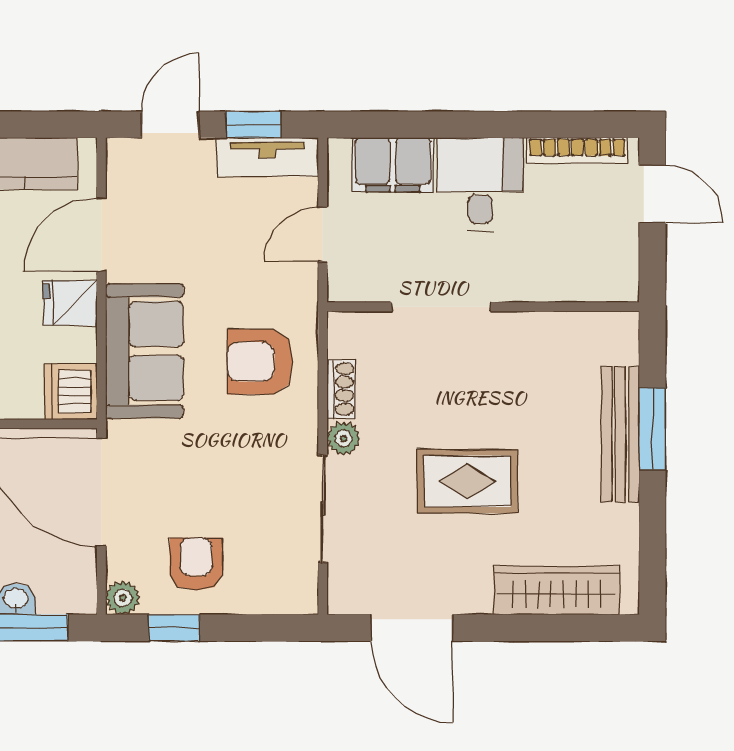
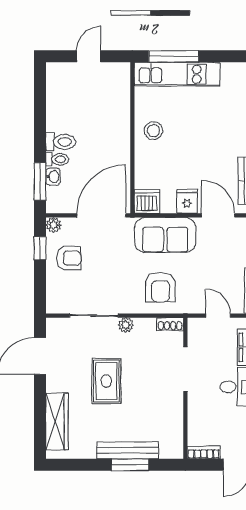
bookcase: (625, 266) -> (204, 452), added
armchair: (260, 362) -> (160, 287), turned 180
shoe rack: (341, 389) -> (170, 324), moved

